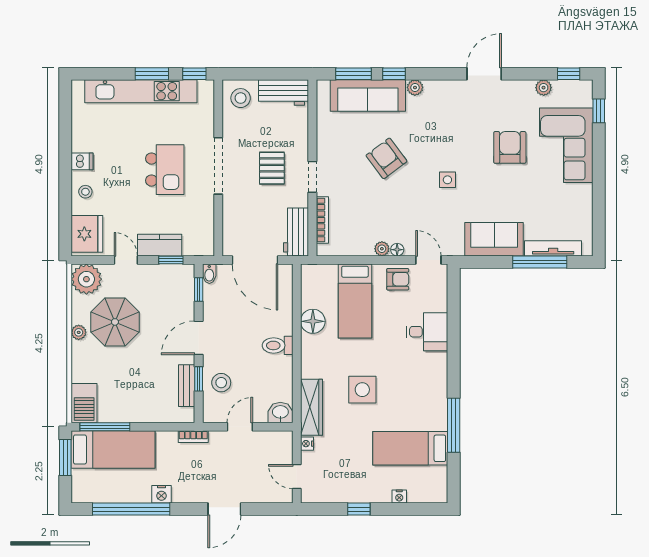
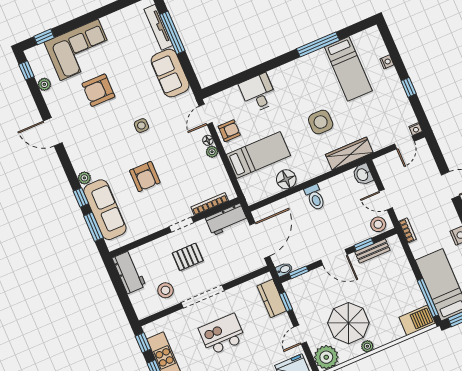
stool: (241, 98) -> (165, 290), moved
armchair: (386, 158) -> (145, 177), turned -53
kitchen counter: (160, 245) -> (272, 298), moved
armchair: (398, 279) -> (229, 131), turned 90
stool: (221, 383) -> (378, 224), moved
nightstand: (307, 444) -> (416, 129), moved

